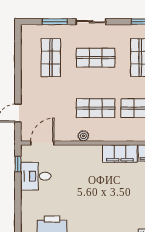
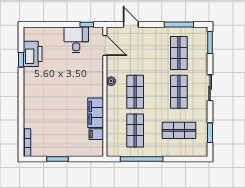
window: (55, 22) -> (210, 42), moved
window: (18, 58) -> (179, 24), added
shop shelf: (51, 58) -> (179, 53), turned 90

